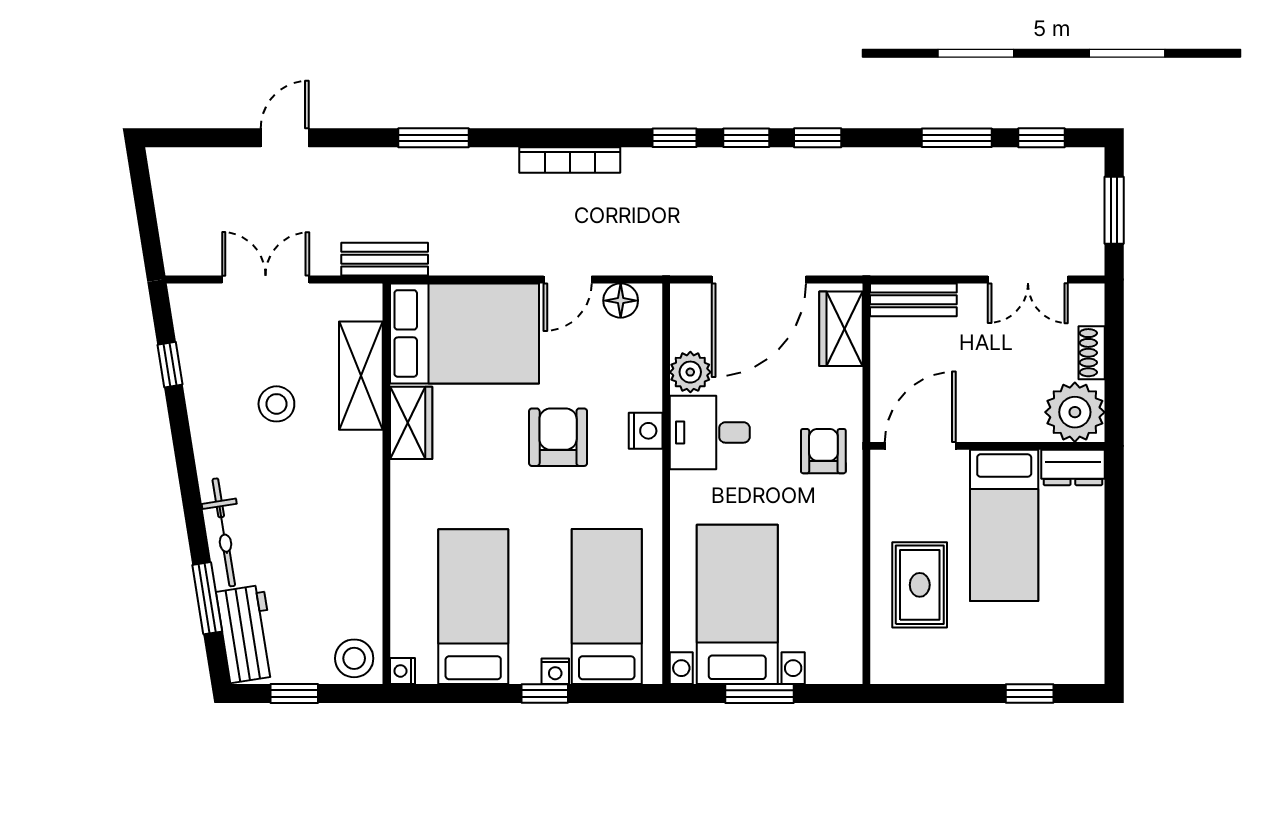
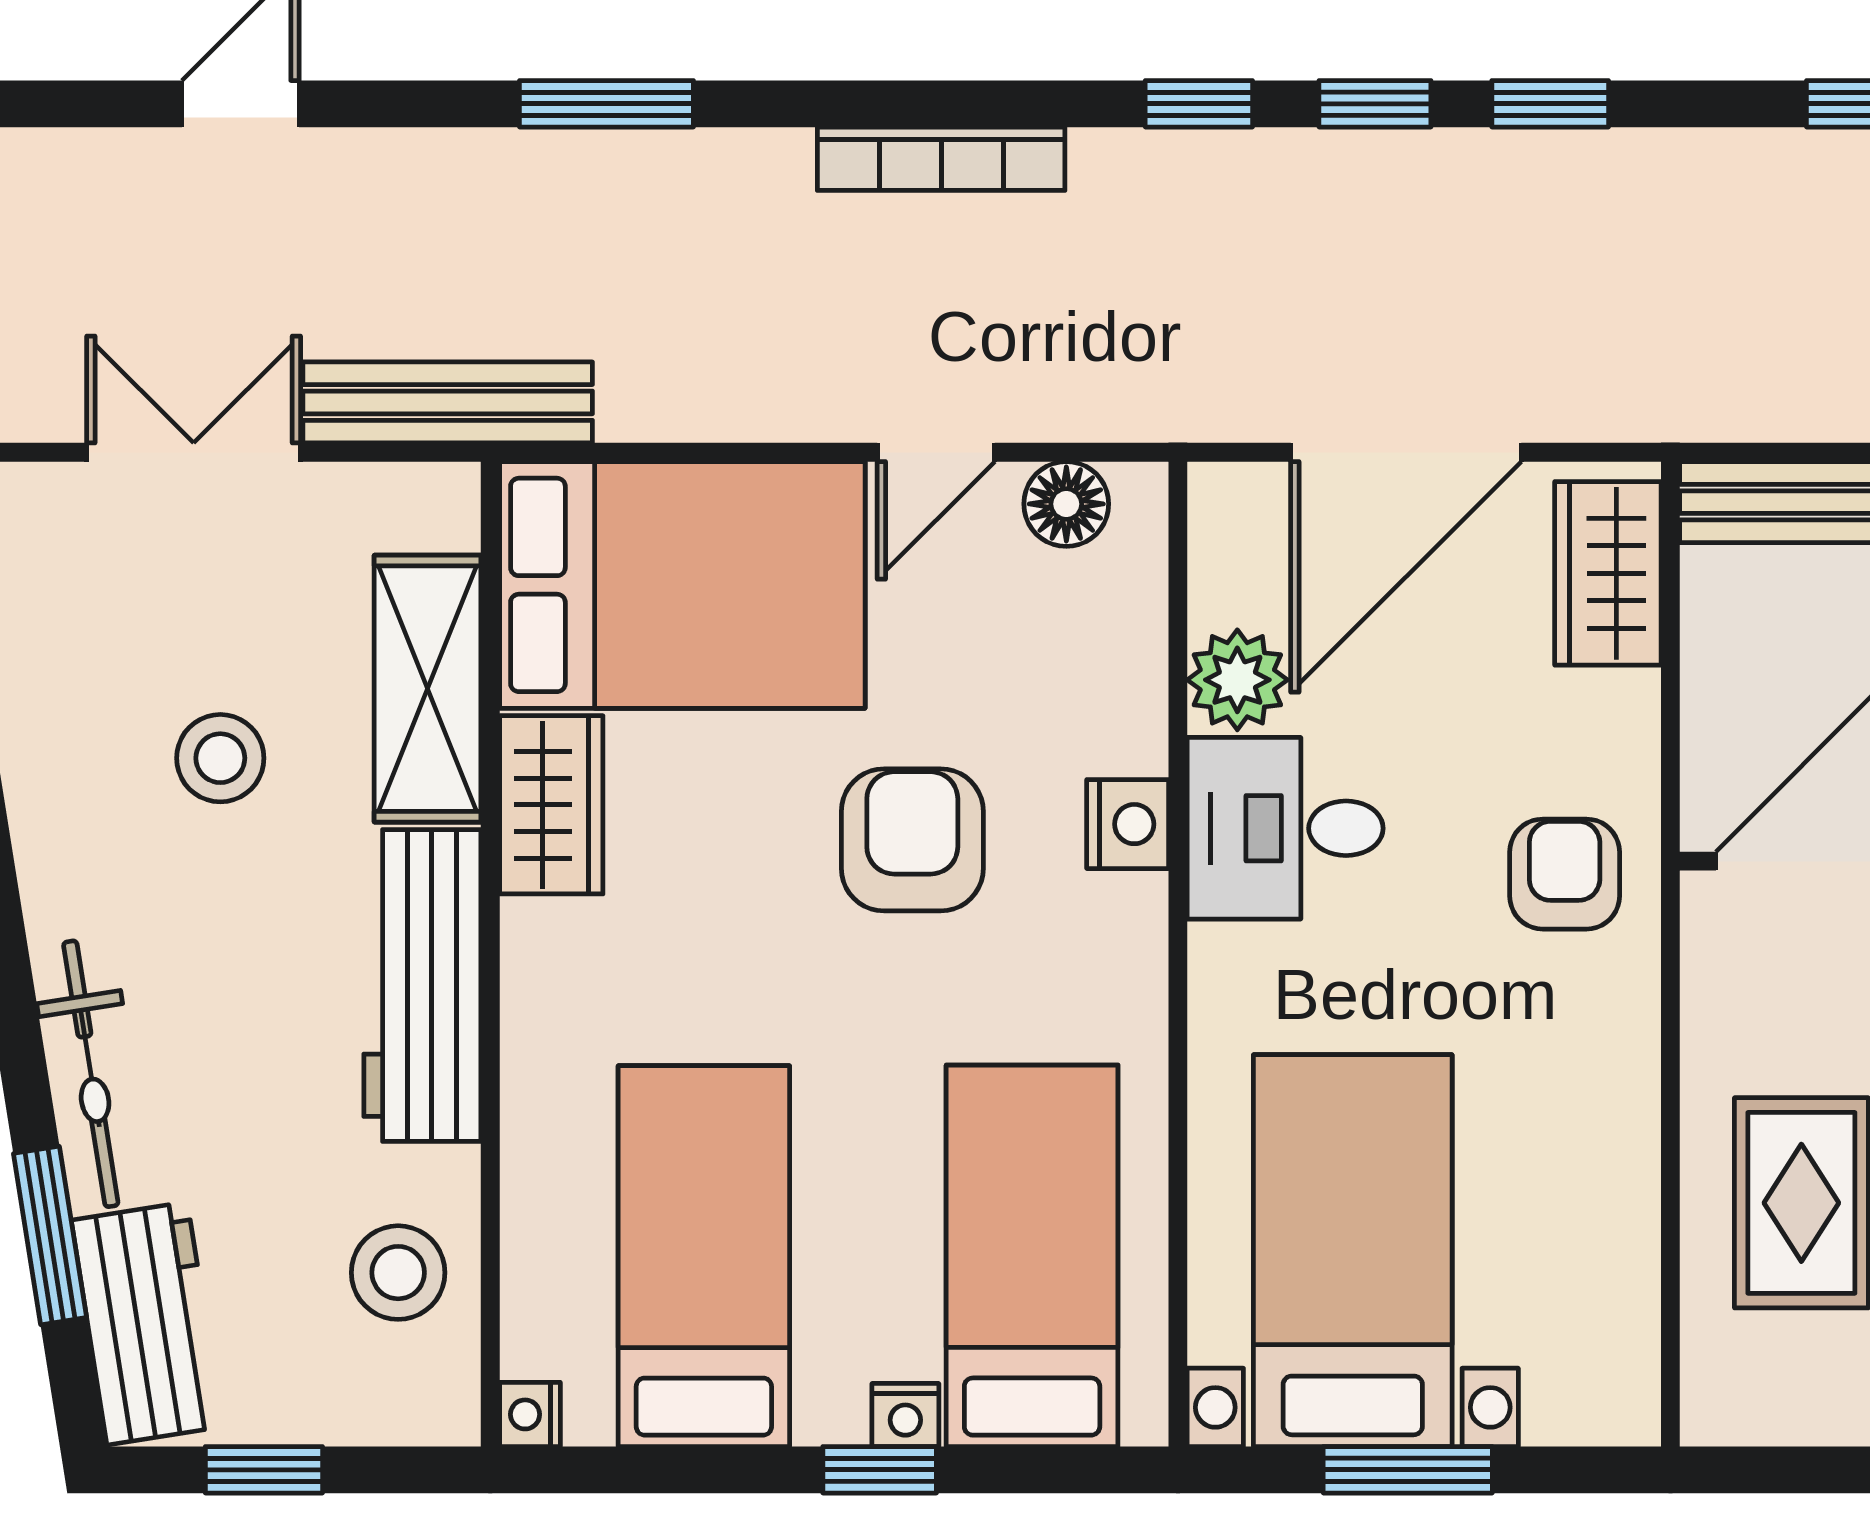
bench: (385, 259) -> (448, 402), width x1.36
workbench: (359, 496) -> (422, 985), added
stool: (354, 658) -> (398, 1273), moved

